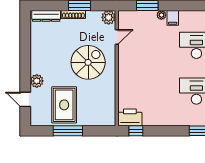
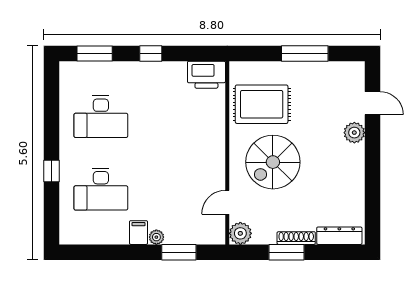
rug: (64, 105) -> (262, 104), moved, turned 90
window: (136, 131) -> (151, 53), moved

